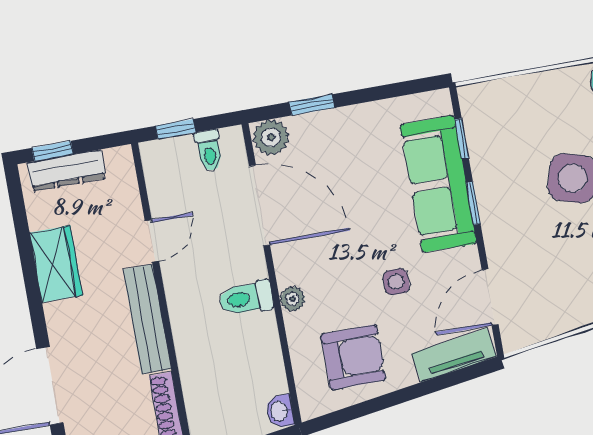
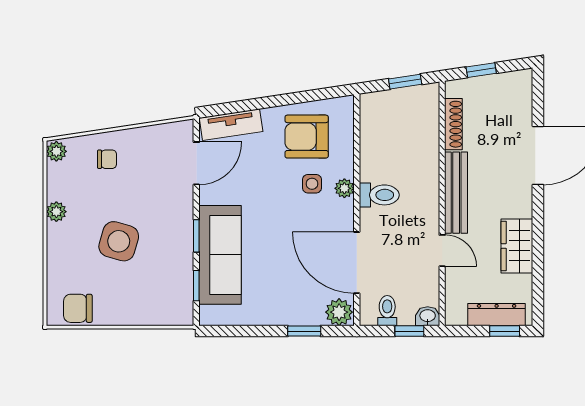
door: (152, 241) -> (442, 251), swing flipped
side table: (396, 282) -> (312, 184), moved
washbasin: (280, 411) -> (428, 316), moved, turned -90

